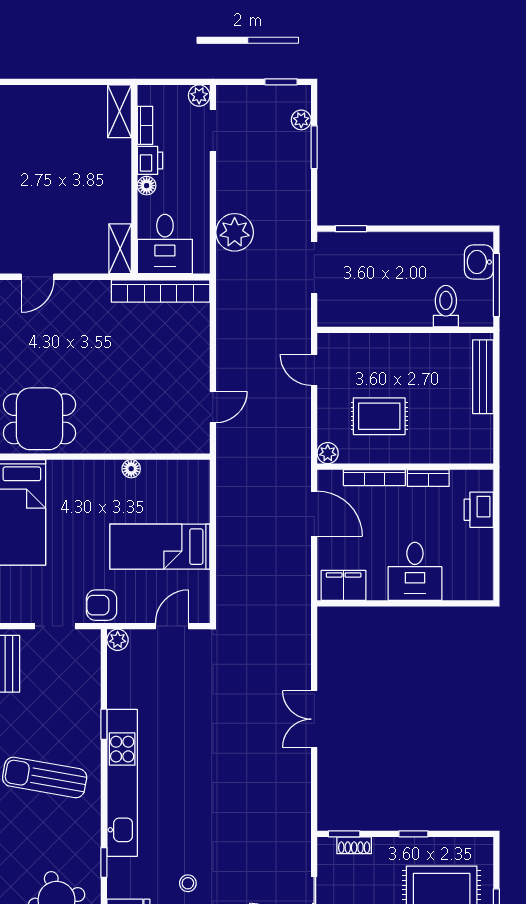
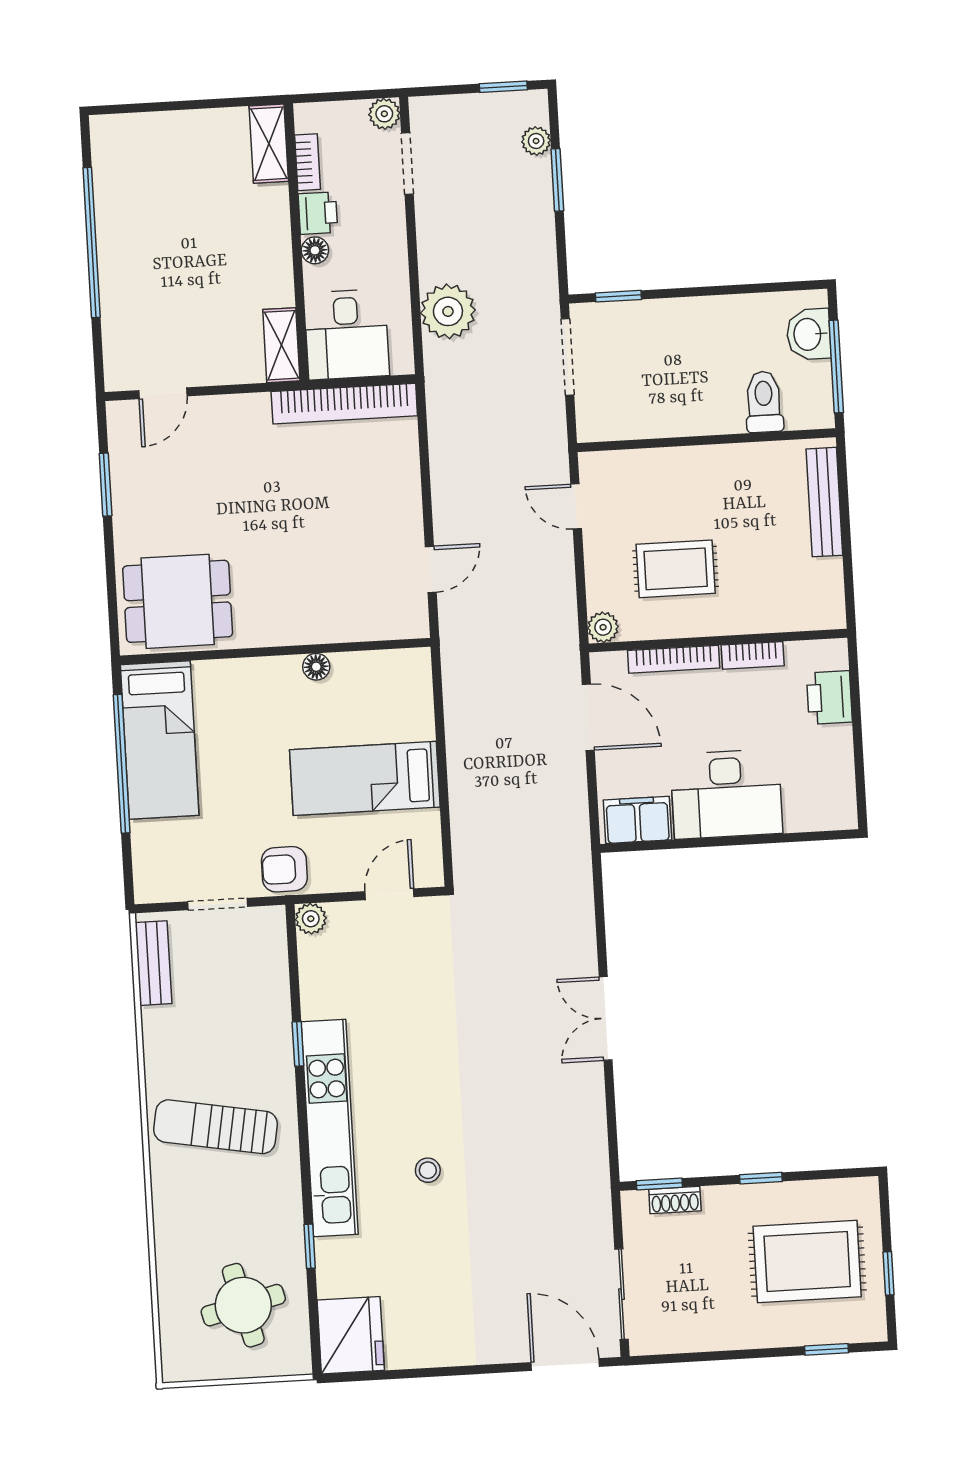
desk: (415, 571) -> (726, 794), width x1.37
stool: (188, 883) -> (428, 1170), moved

